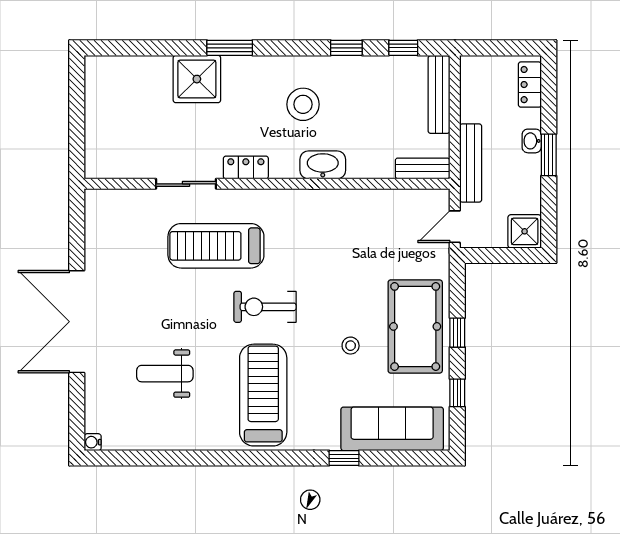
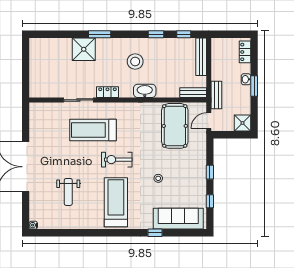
bench: (471, 163) -> (216, 95), width x0.73
pool table: (415, 326) -> (175, 126), moved
weight bench: (165, 374) -> (68, 192), turned -90

